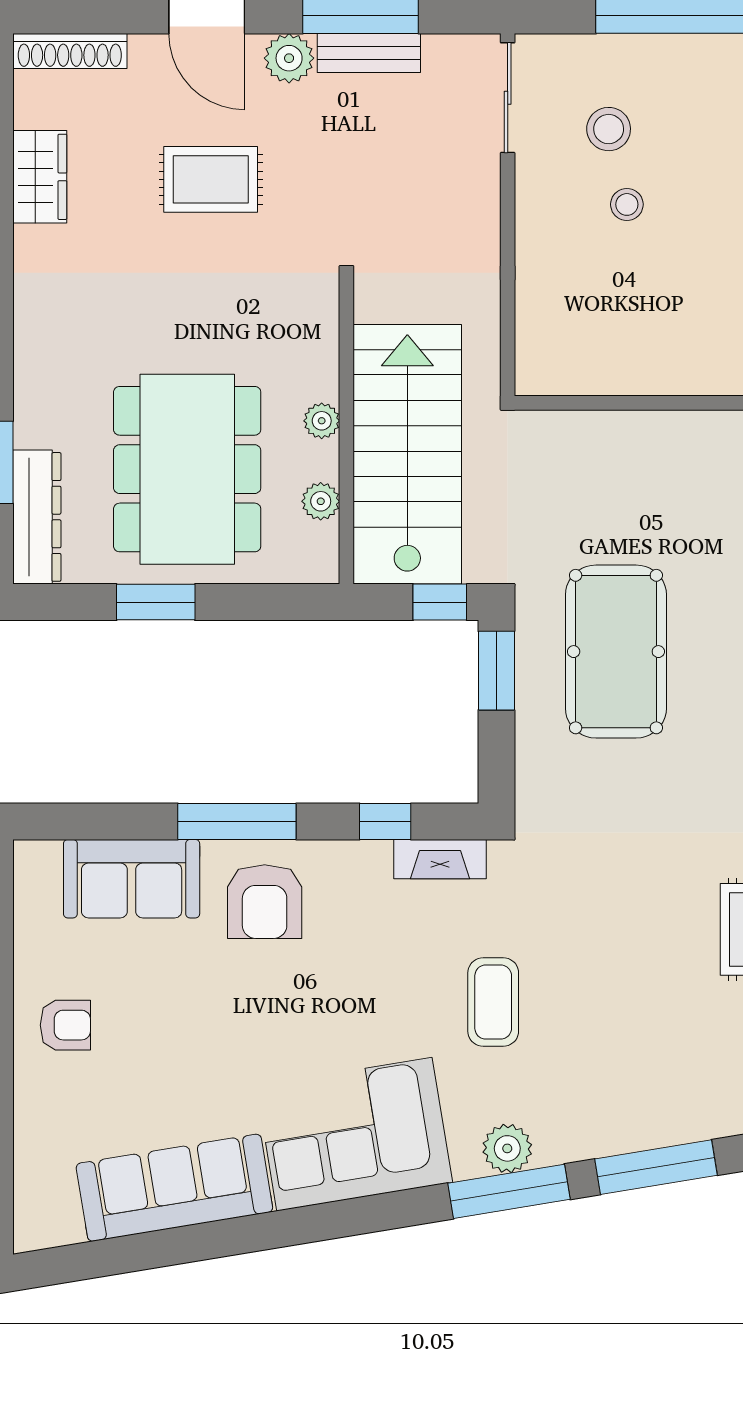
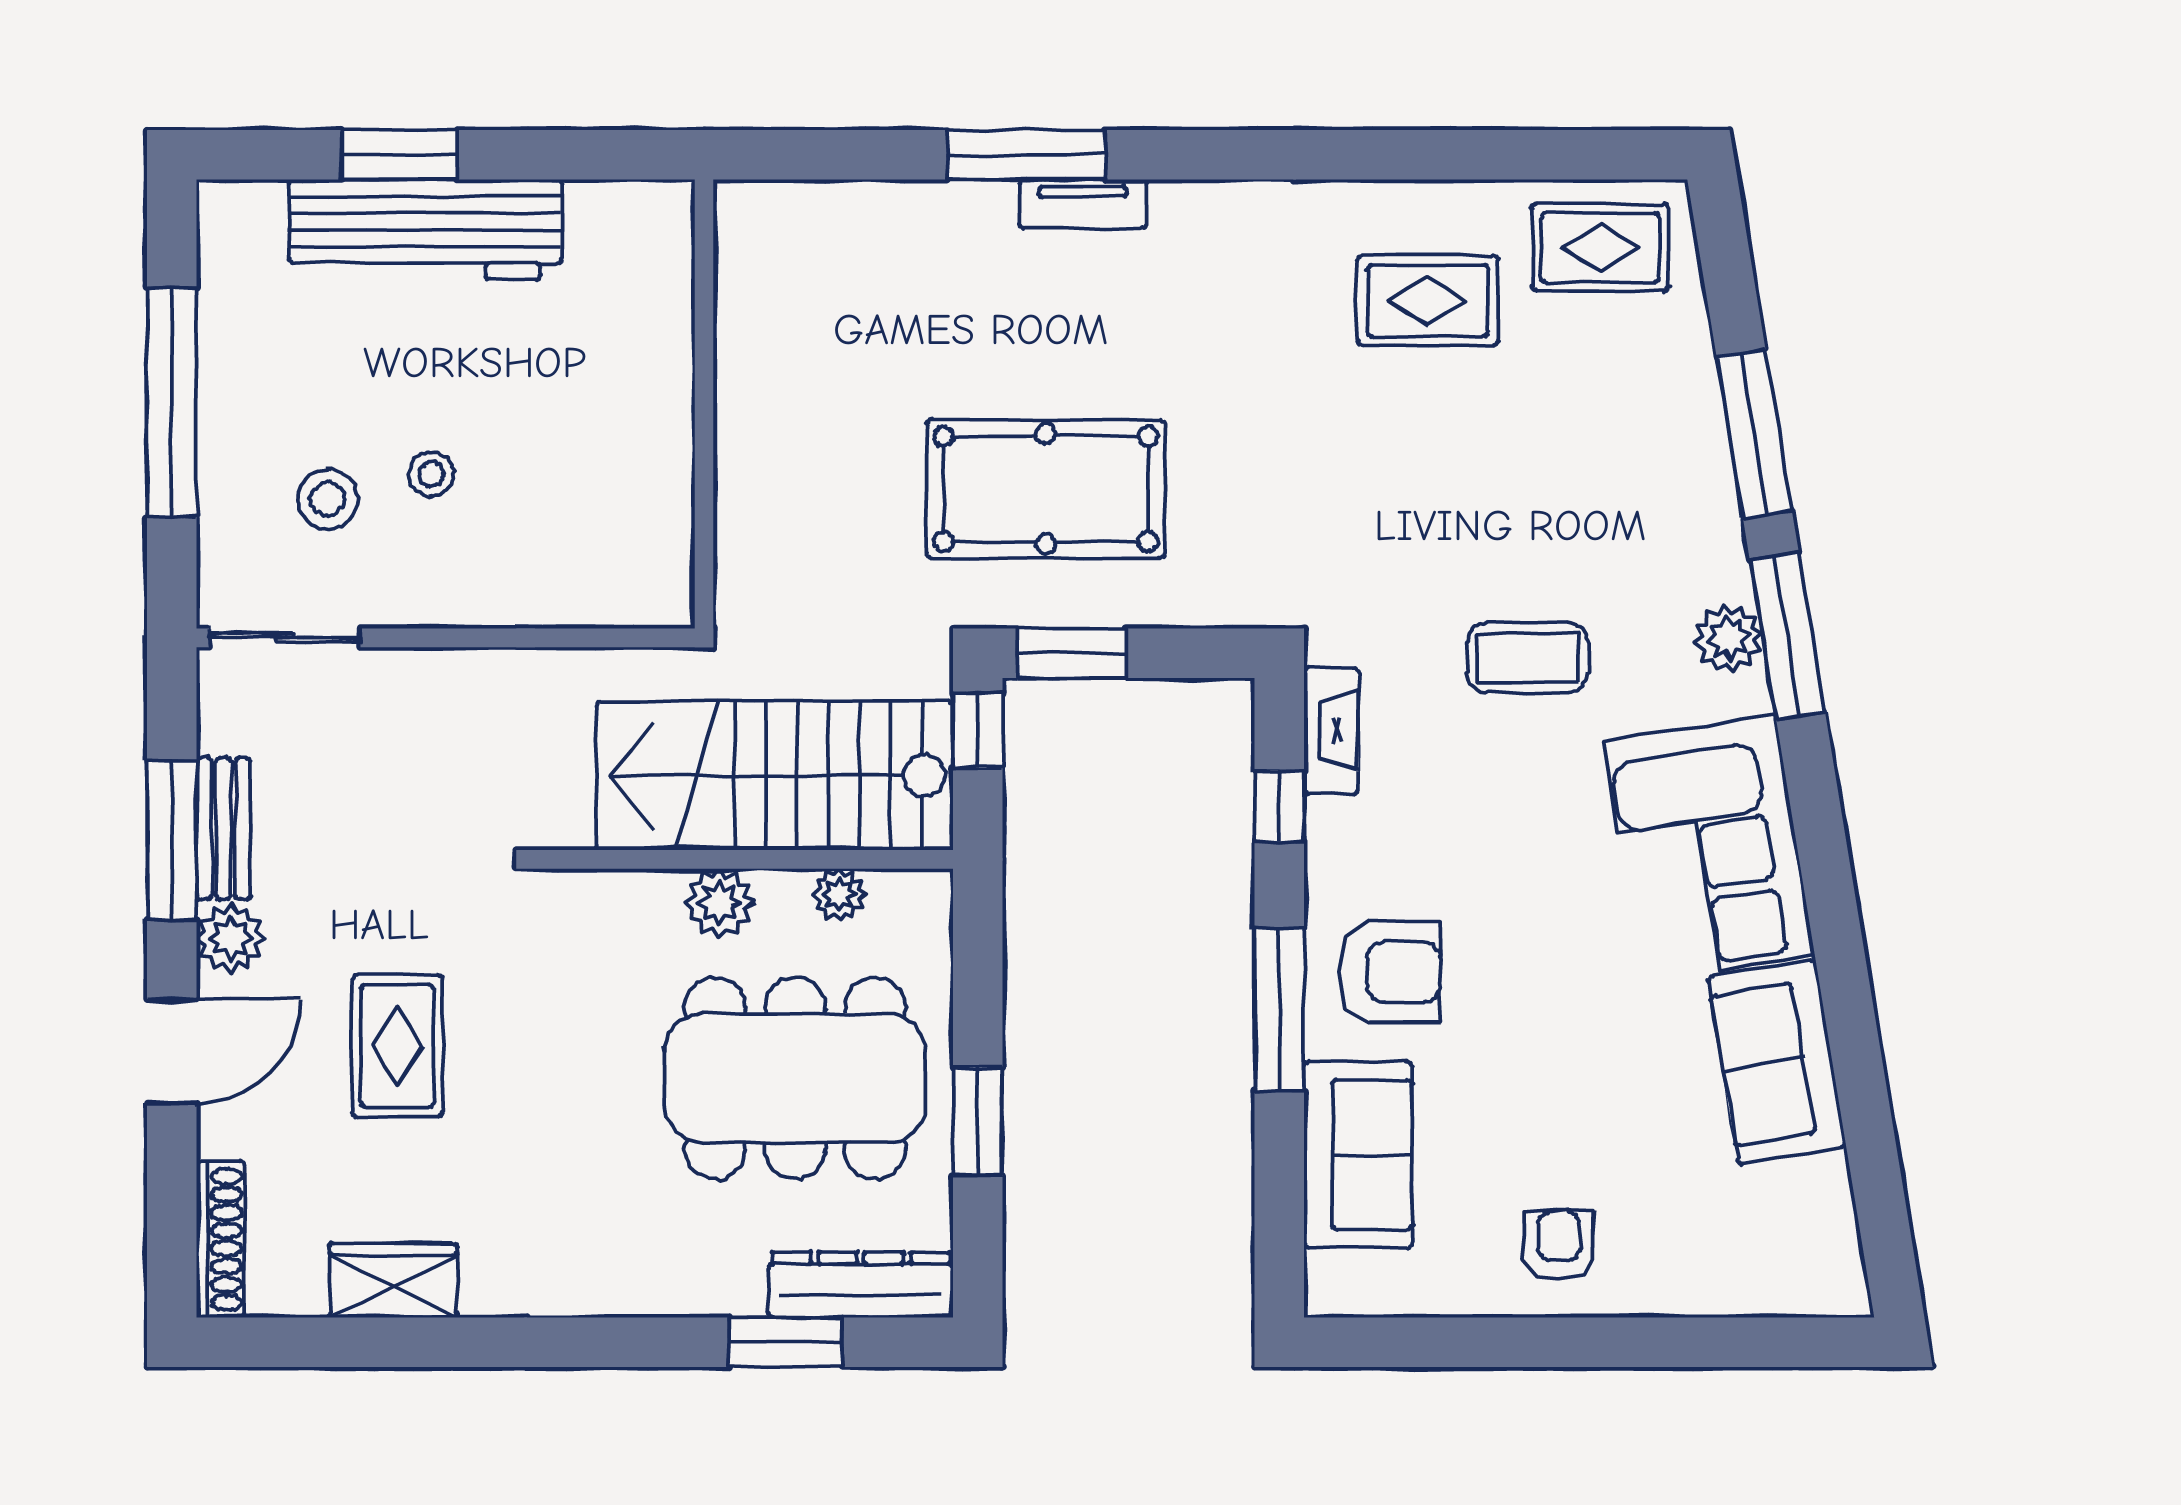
plant: (322, 421) -> (719, 903), width x1.38, depth x1.38
sofa: (174, 1188) -> (1777, 1062), width x0.73

